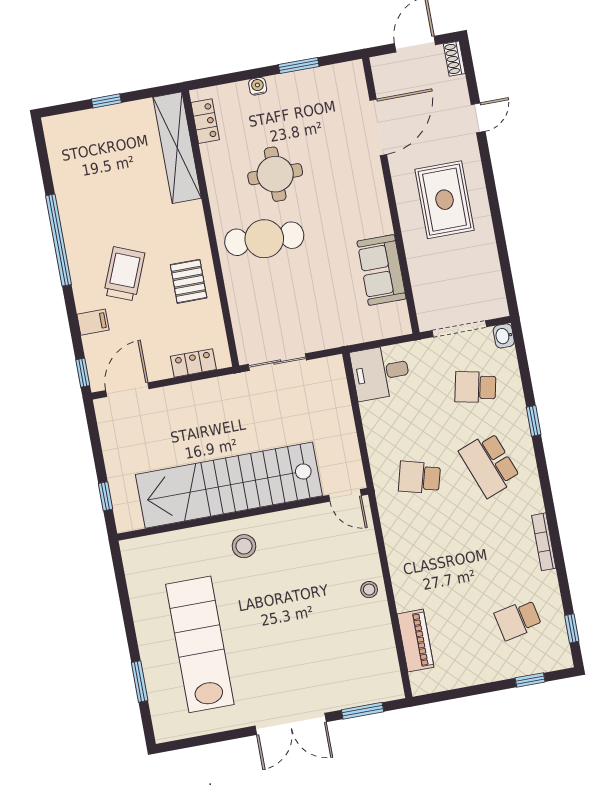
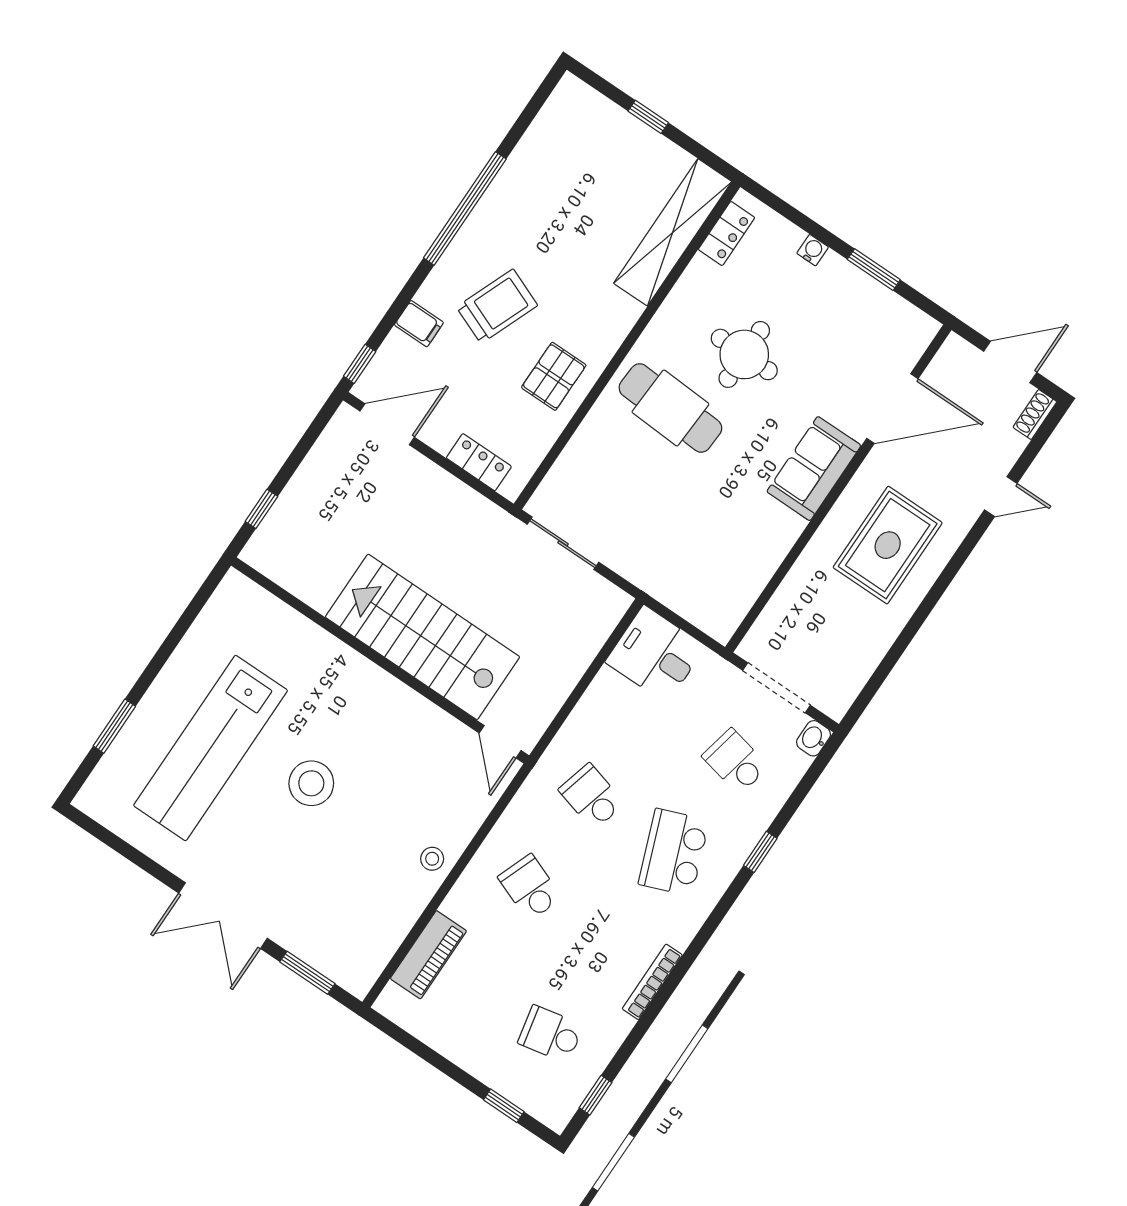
sofa: (382, 270) -> (814, 469), moved
stairs: (229, 485) -> (422, 637), width x0.73
stool: (244, 546) -> (311, 783), moved, width x1.38, depth x1.38
school desk: (434, 555) -> (530, 887), added
lab bench: (200, 644) -> (211, 748), turned 180

